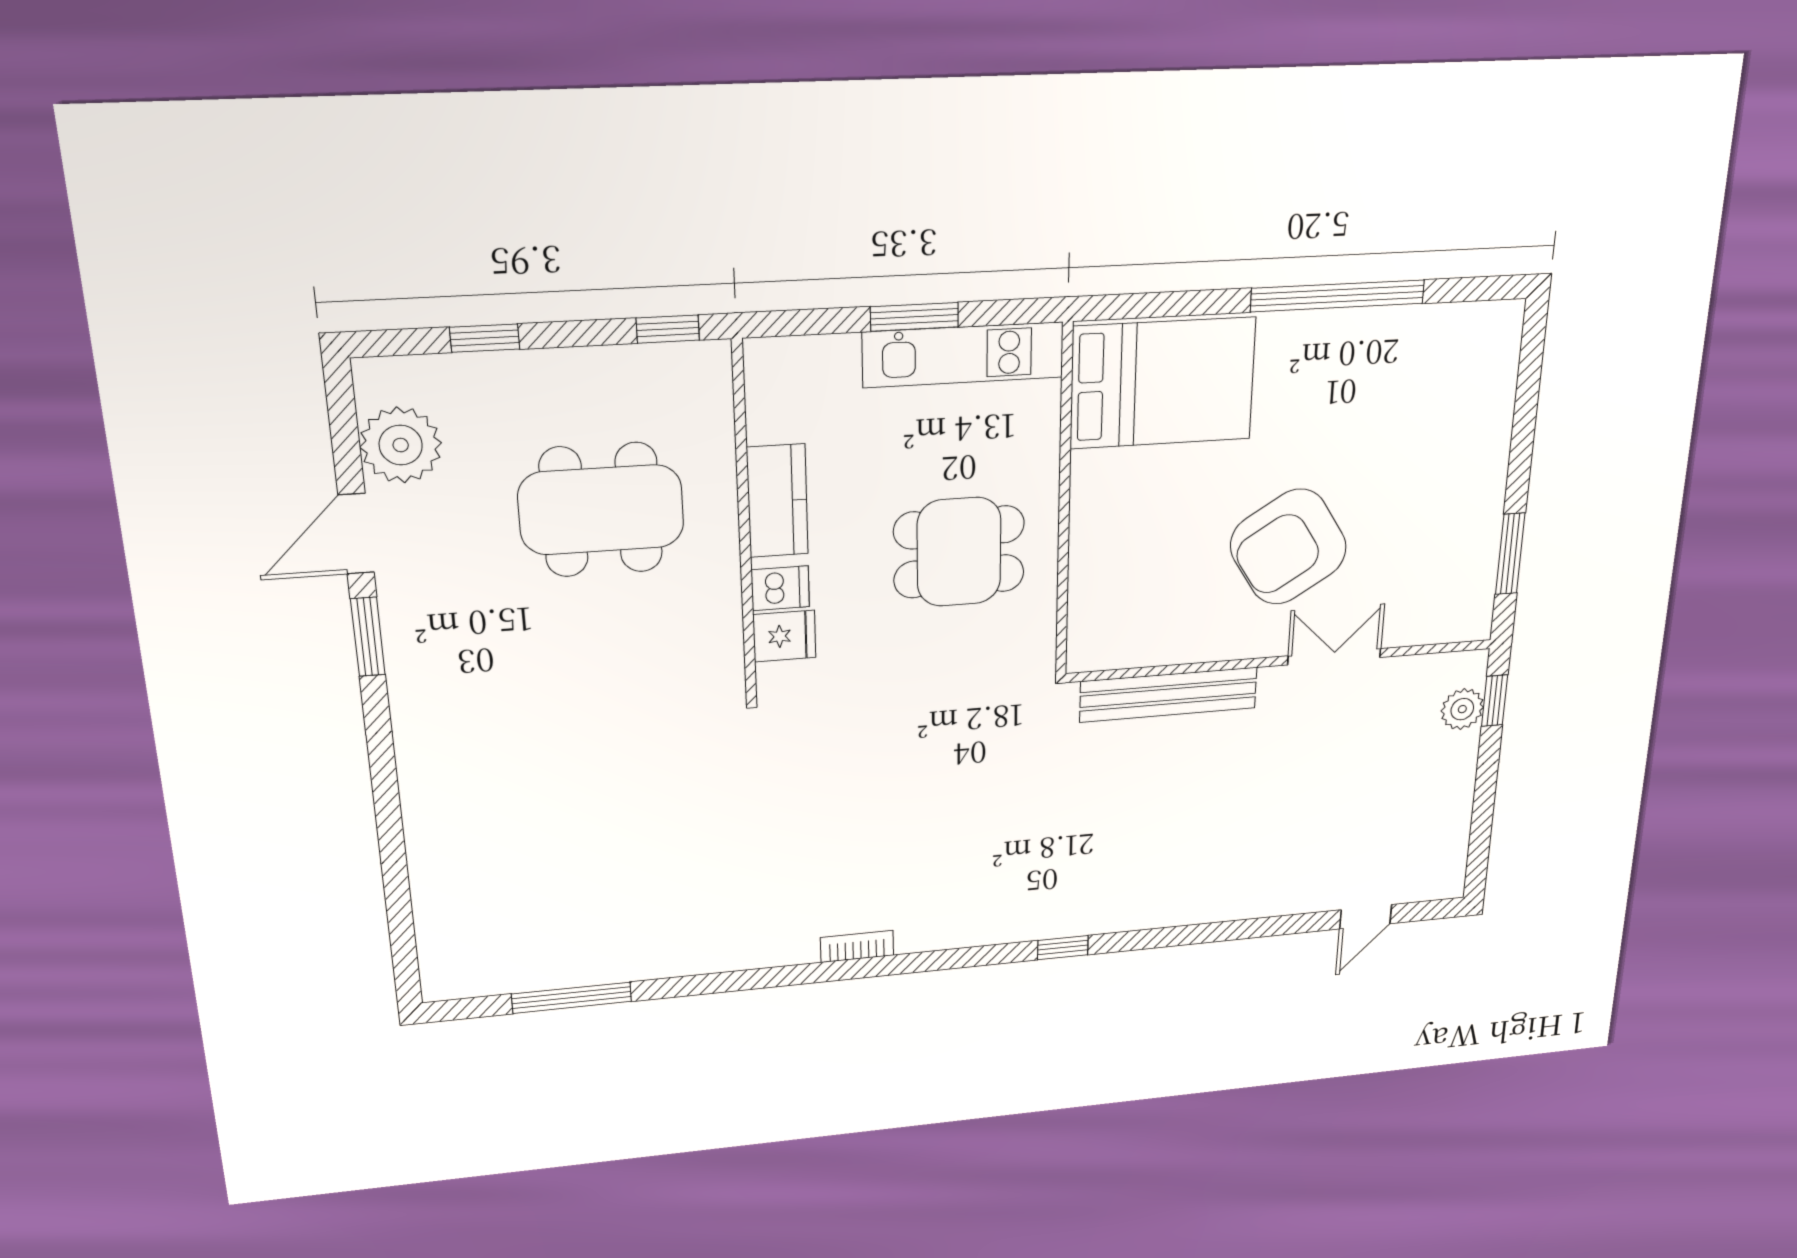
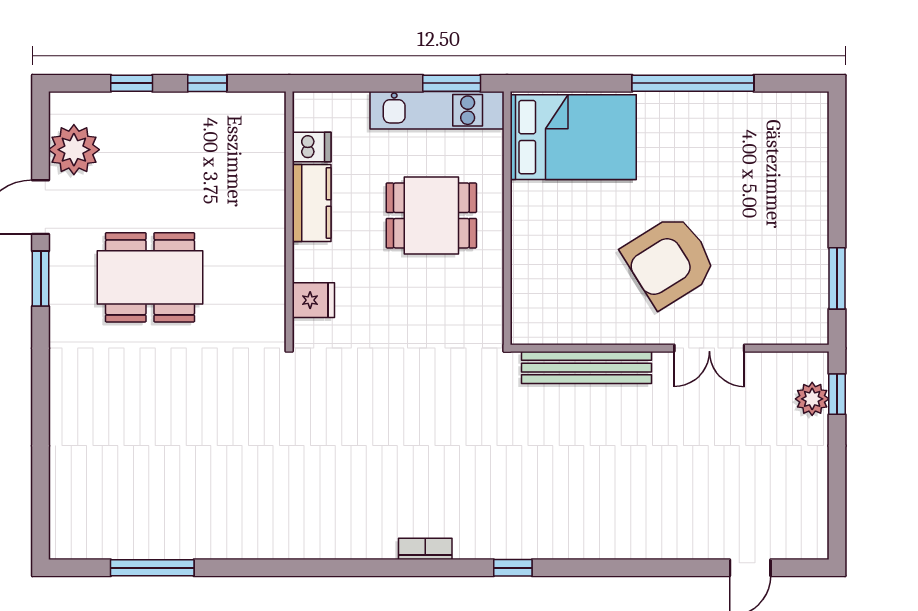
window: (914, 317) -> (452, 83), moved
window: (668, 329) -> (207, 83), moved
dining table: (601, 510) -> (150, 277), moved
dining table: (959, 552) -> (431, 215), moved
dishwasher: (780, 588) -> (312, 147), moved
double door: (1334, 657) -> (709, 348), swing flipped
bookcase: (857, 946) -> (425, 549), moved

